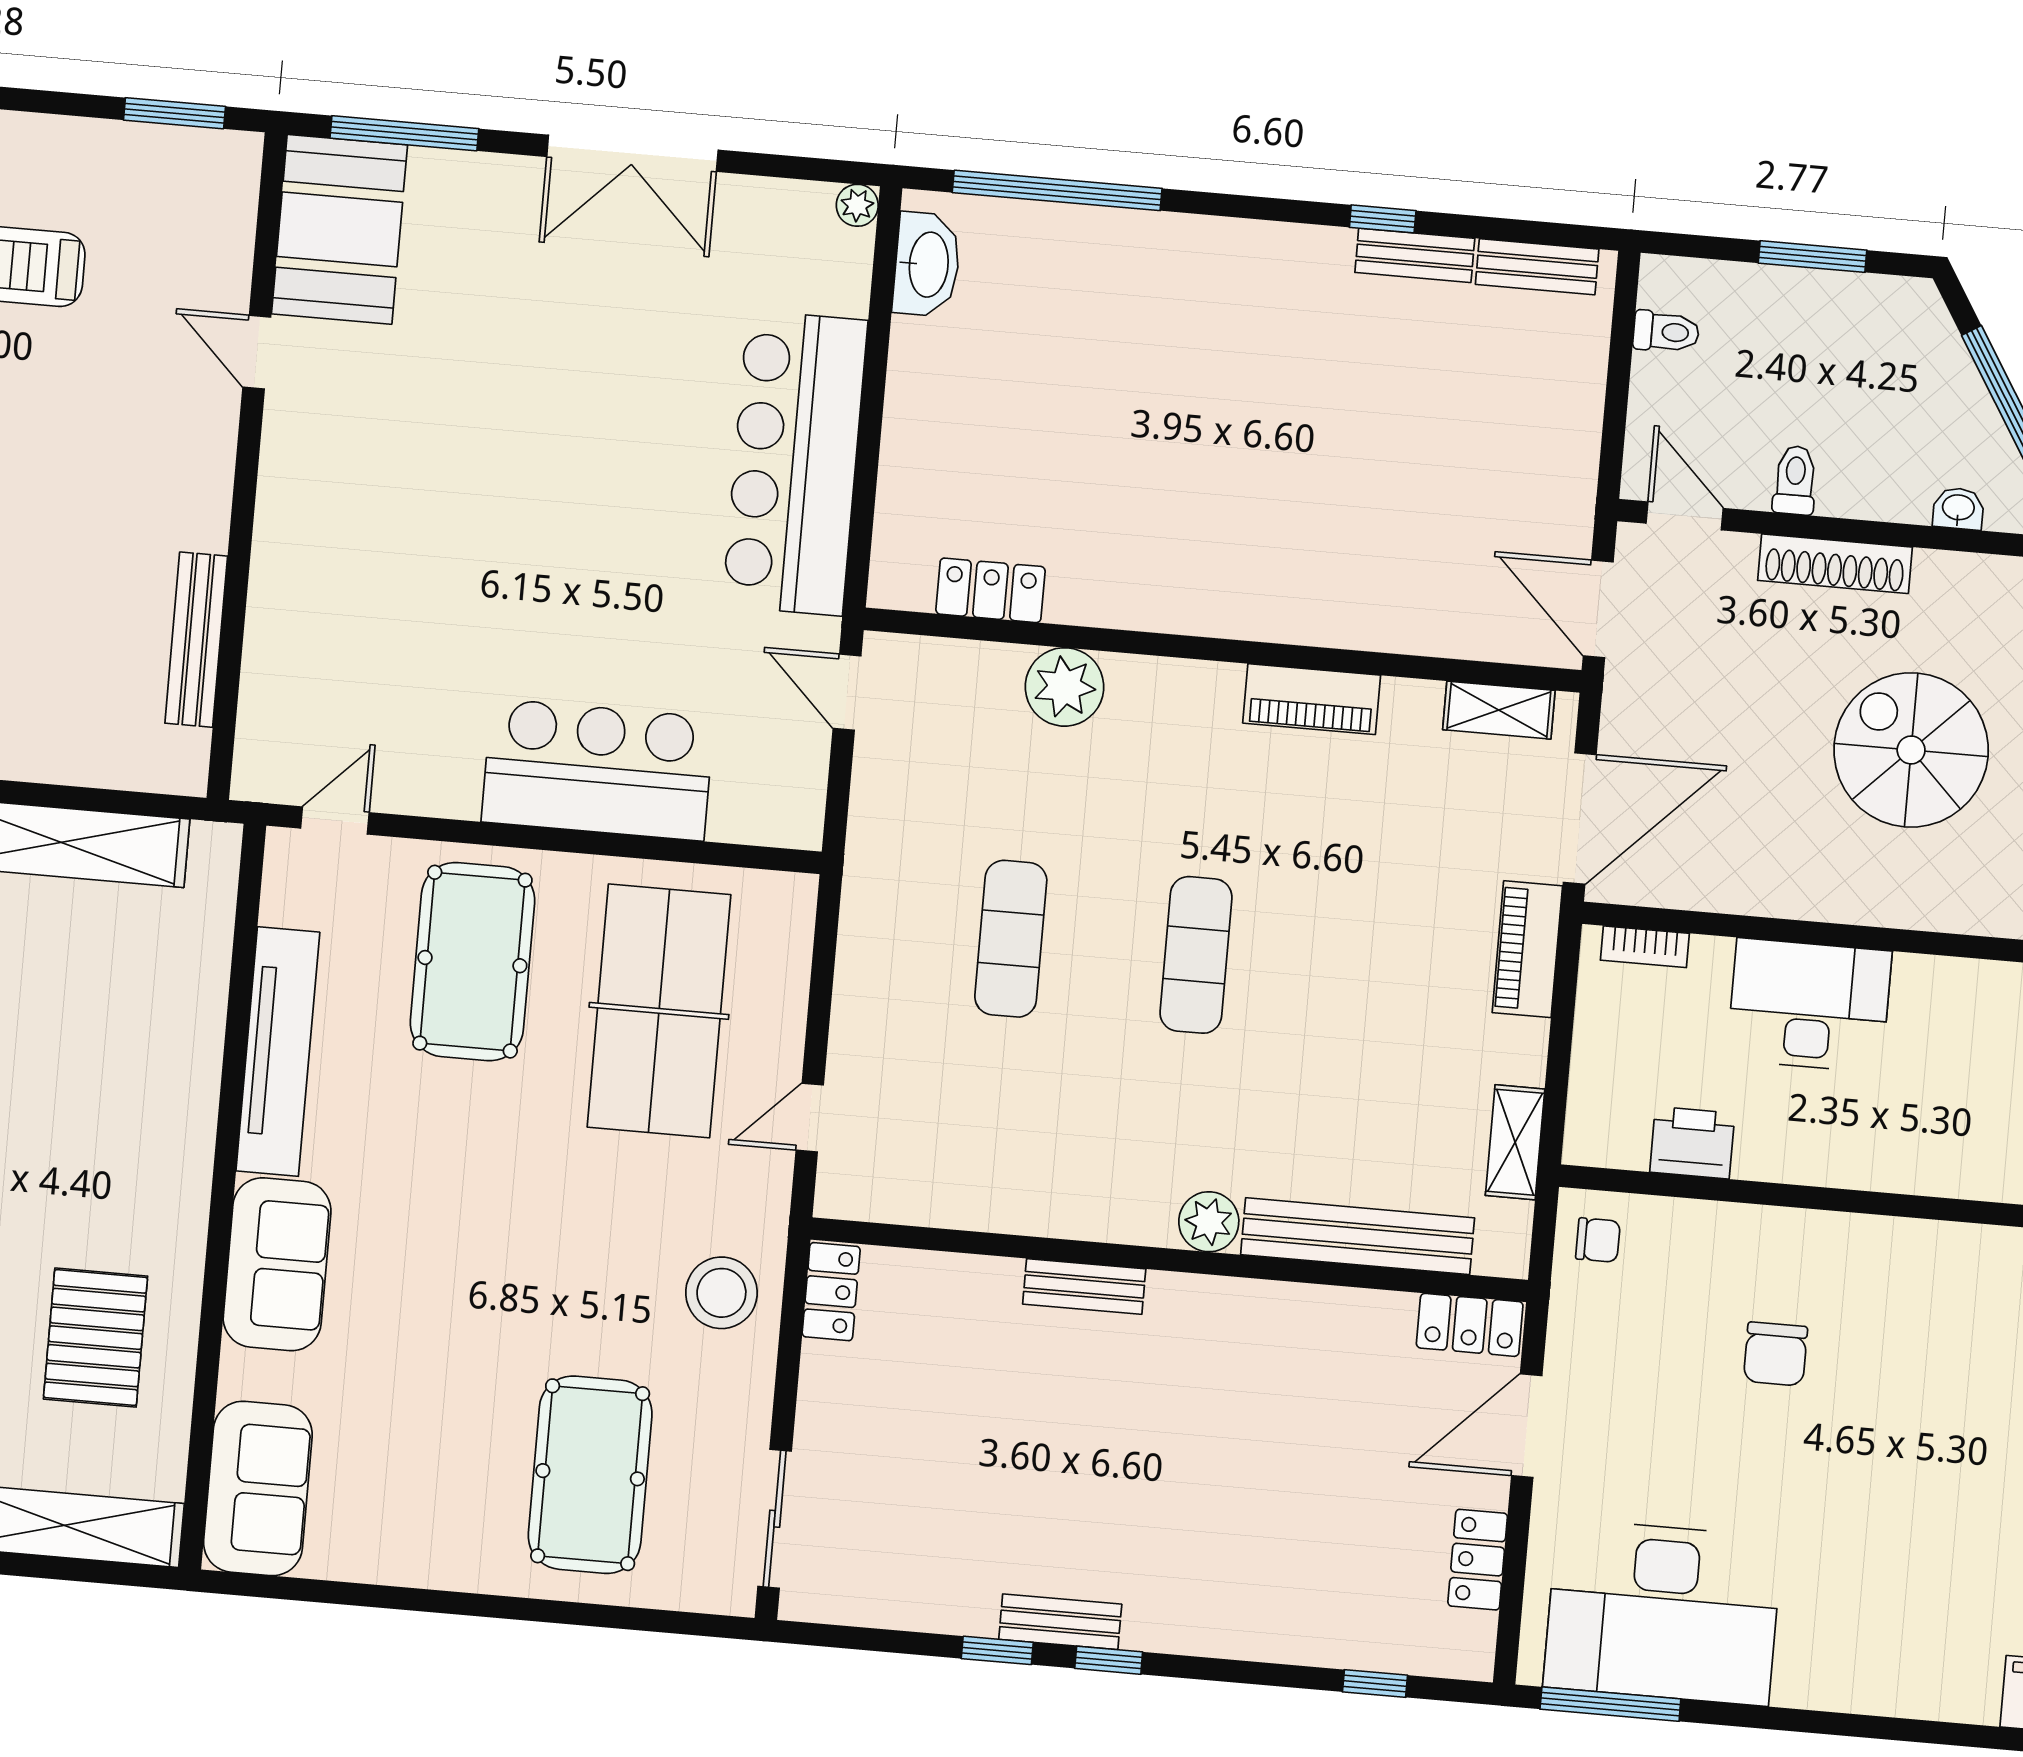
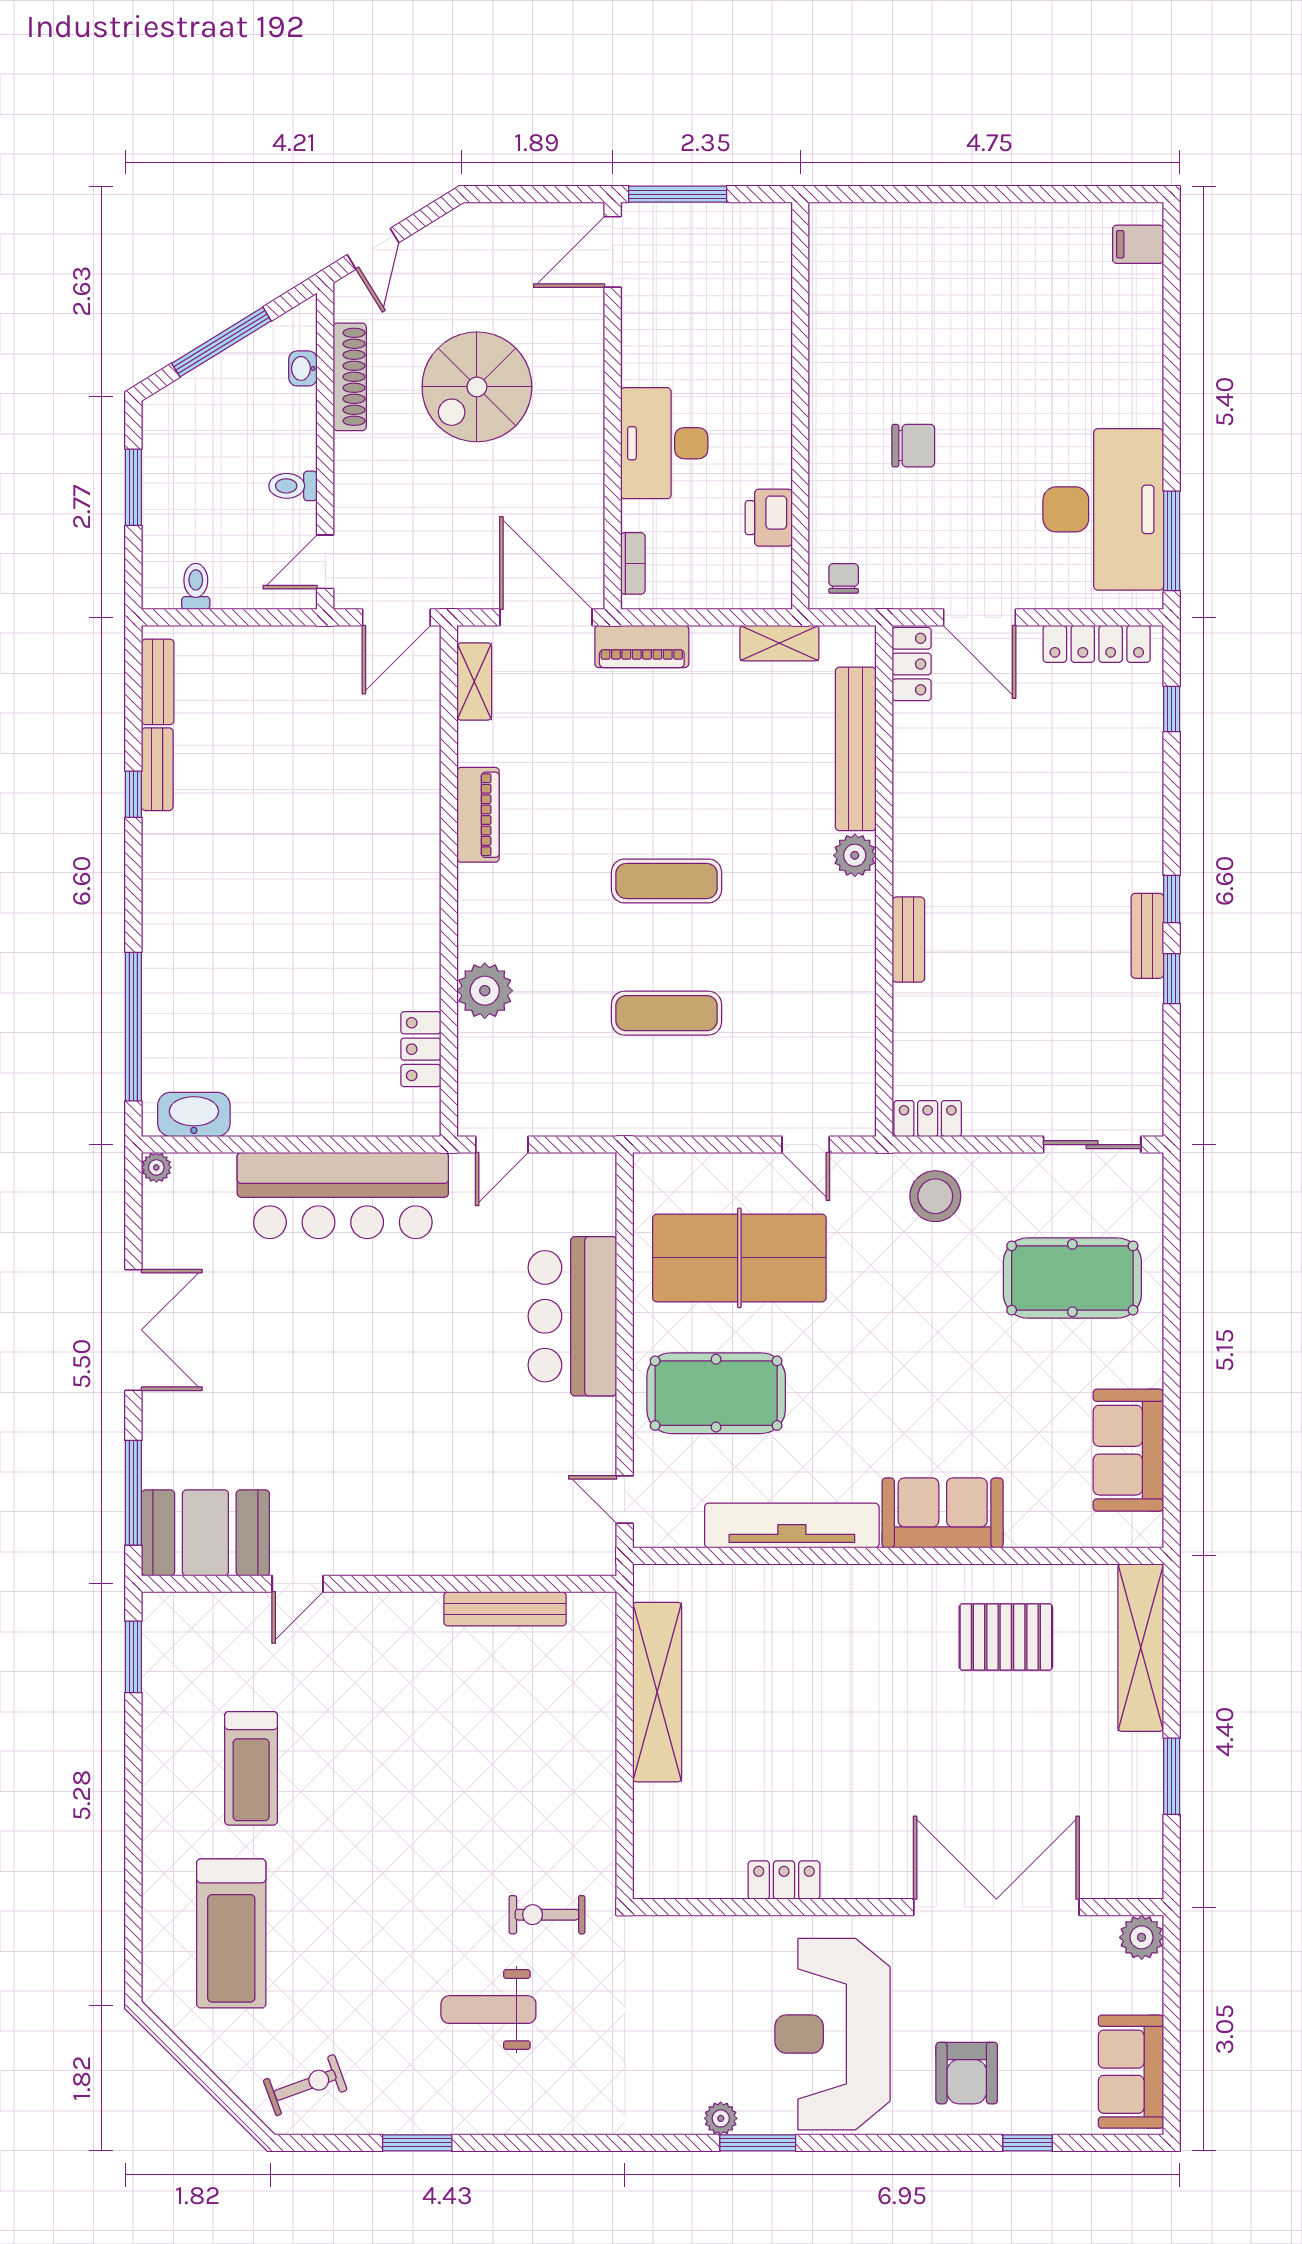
shoe rack: (1835, 564) -> (350, 377), moved
sofa: (258, 1488) -> (1128, 1450), moved, turned -90
locker: (1478, 1560) -> (1097, 644), width x1.53

